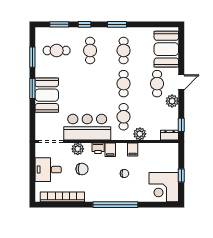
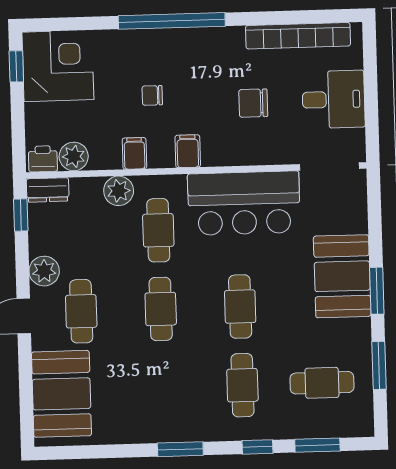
cafe table: (124, 51) -> (240, 307), moved
printer: (98, 148) -> (43, 159), moved
plant: (78, 149) -> (74, 156), moved
window: (181, 176) -> (16, 66), moved

